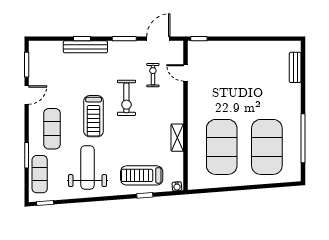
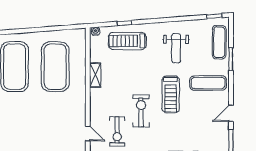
exercise bike: (153, 75) -> (117, 131), width x1.38, depth x1.39
treadmill: (94, 116) -> (171, 94), turned 180
exercise mat: (52, 129) -> (208, 83), turned 90
weight bench: (88, 167) -> (176, 48), width x0.73, depth x0.75
treadmill: (142, 175) -> (127, 41), turned 180

